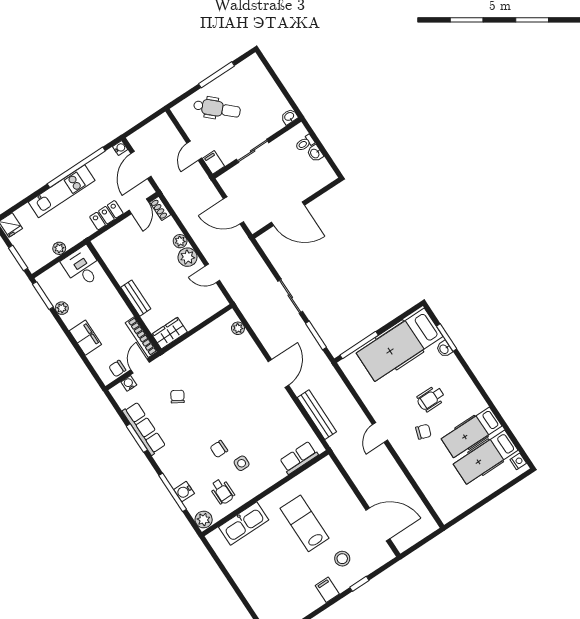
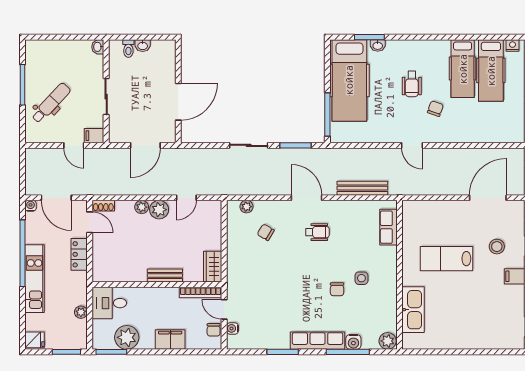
plant: (62, 308) -> (127, 337), width x1.88, depth x1.88
chair: (178, 397) -> (266, 232), moved
row of seats: (144, 428) -> (318, 341), moved
wheelchair: (222, 491) -> (317, 232), moved

